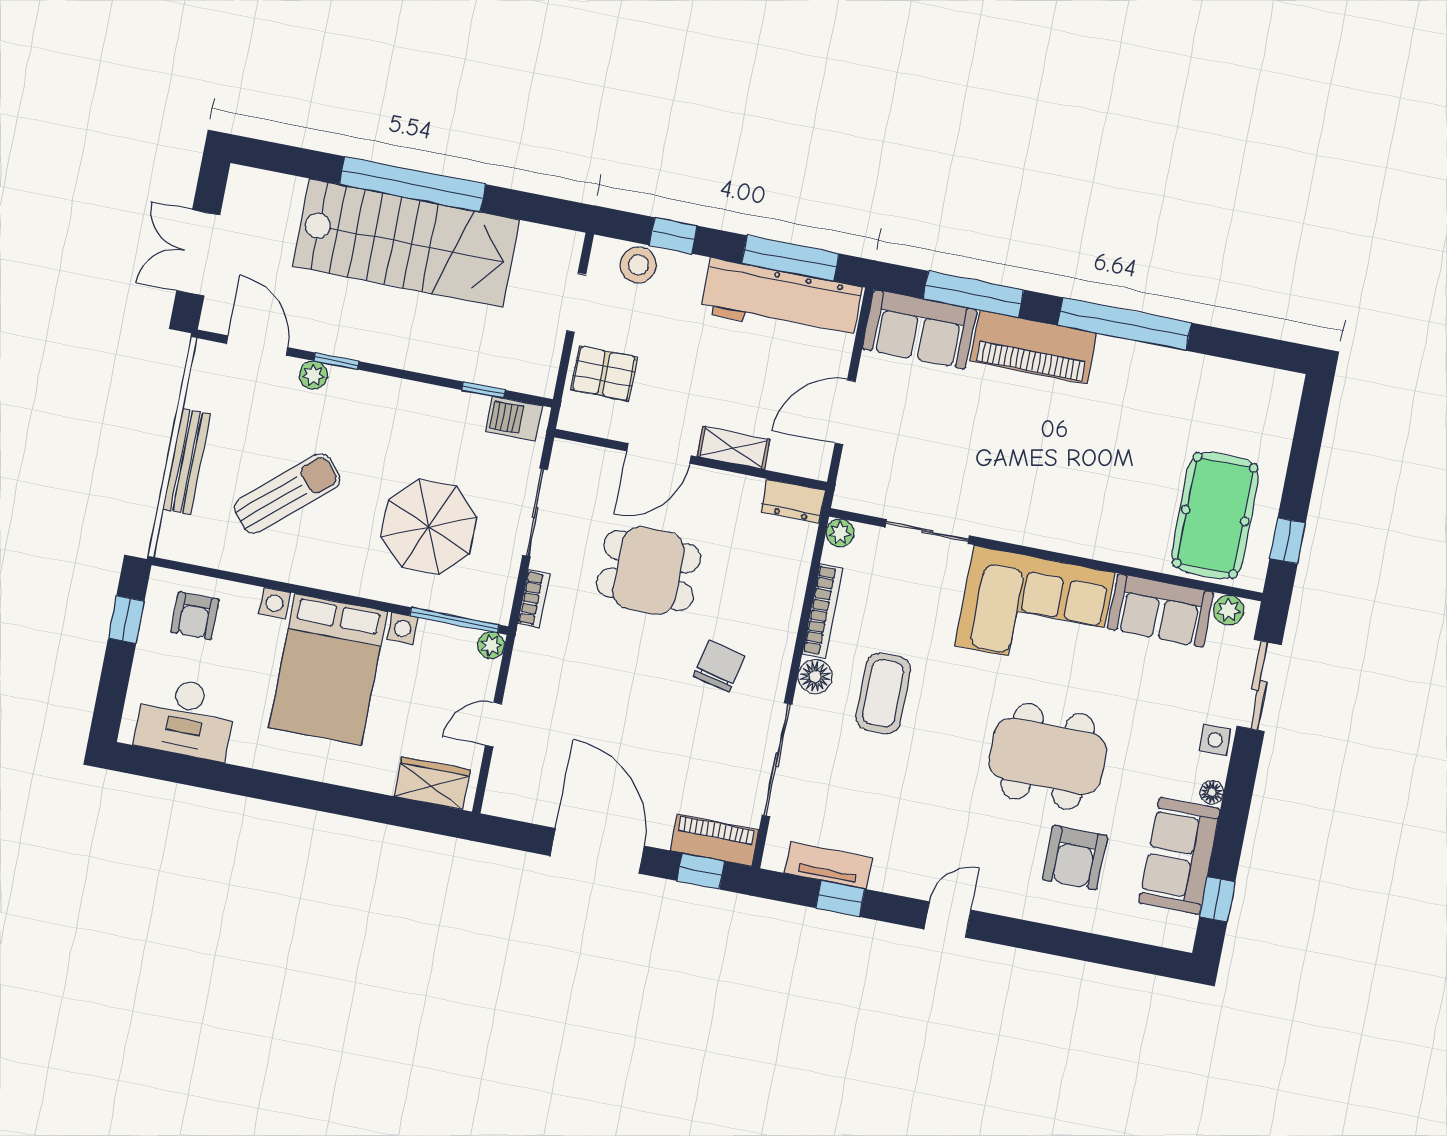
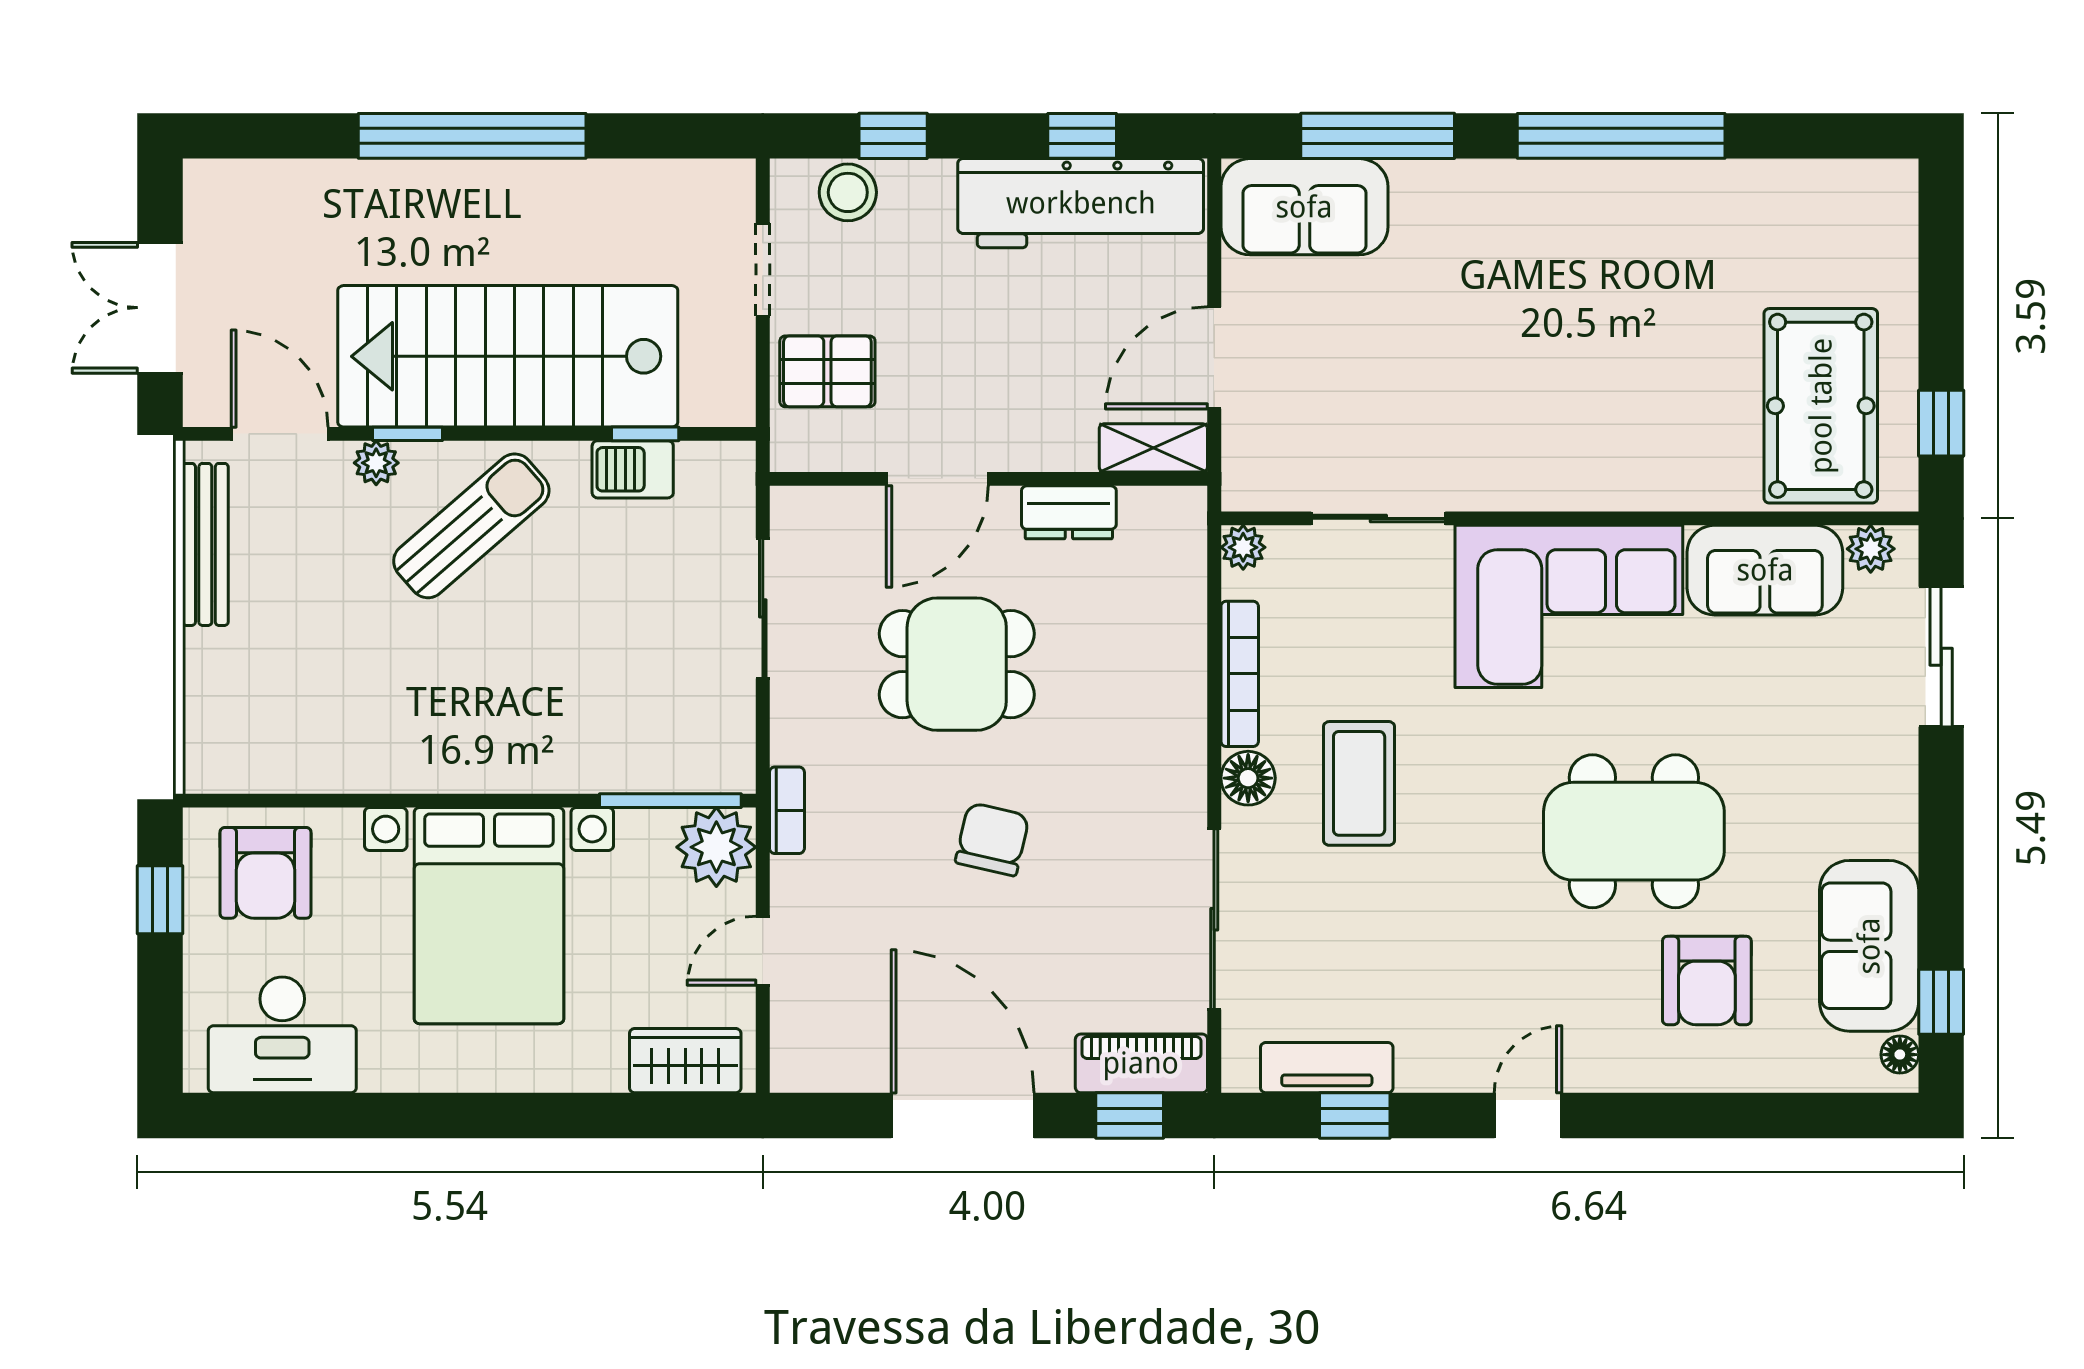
stairs: (406, 243) -> (508, 356), moved, turned 180
window: (790, 258) -> (1082, 136), width x0.46
piano: (1034, 347) -> (1487, 200), removed
barbecue: (514, 419) -> (633, 469), moved
shelving: (733, 448) -> (1153, 448), moved
bench: (186, 462) -> (205, 544), moved
sun lounger: (287, 494) -> (471, 526), moved
dresser: (793, 501) -> (1069, 512), moved
parasol: (429, 527) -> (602, 663), removed
bookcase: (534, 599) -> (787, 810), moved
armchair: (195, 616) -> (265, 873), width x1.38, depth x1.38
plant: (491, 645) -> (716, 847), width x1.88, depth x1.88
chair: (719, 666) -> (992, 839), moved
side table: (1215, 740) -> (1889, 755), removed
floor lamp: (1212, 792) -> (1900, 1055), moved

